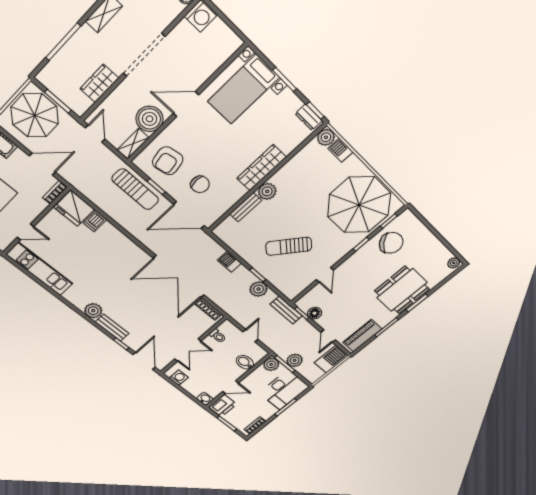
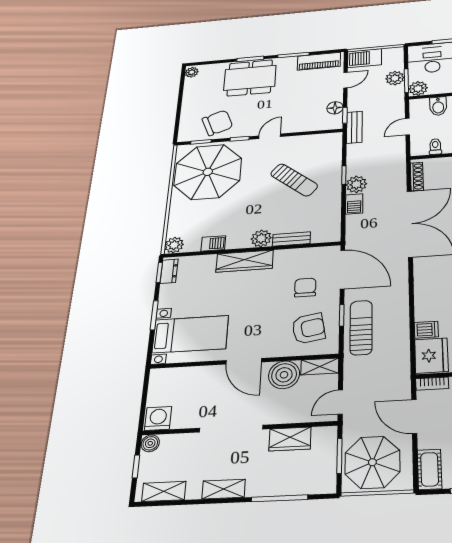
barbecue: (341, 150) -> (213, 243), moved, turned -90
chair: (391, 243) -> (217, 123), turned 113
door: (325, 275) -> (270, 136), moved
plant: (258, 289) -> (356, 184), moved

